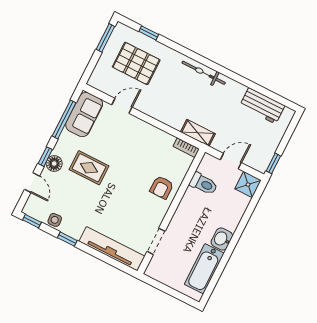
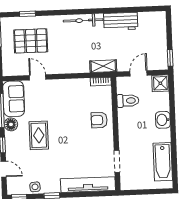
door: (122, 106) -> (38, 77), hinge flipped
workbench: (262, 106) -> (121, 21), moved
floor lamp: (54, 164) -> (11, 124), moved
rug: (89, 168) -> (39, 135), turned 90
armchair: (162, 187) -> (99, 120), turned 90
washbasin: (222, 239) -> (163, 120), moved

